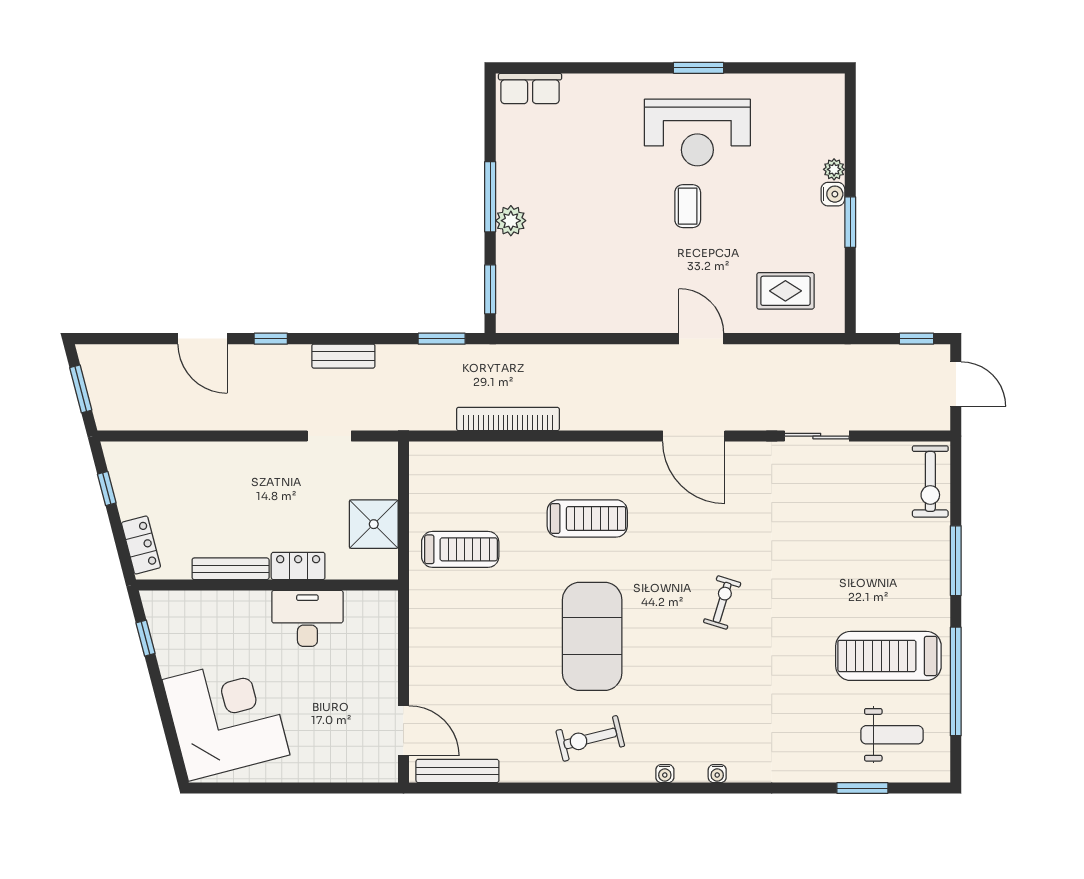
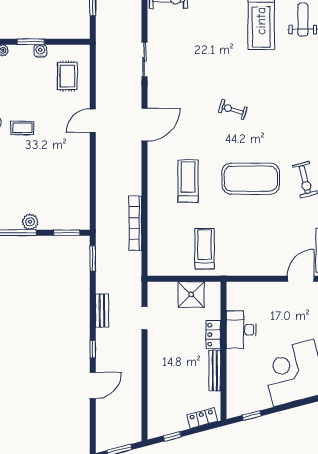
water cooler: (833, 194) -> (40, 51), moved

